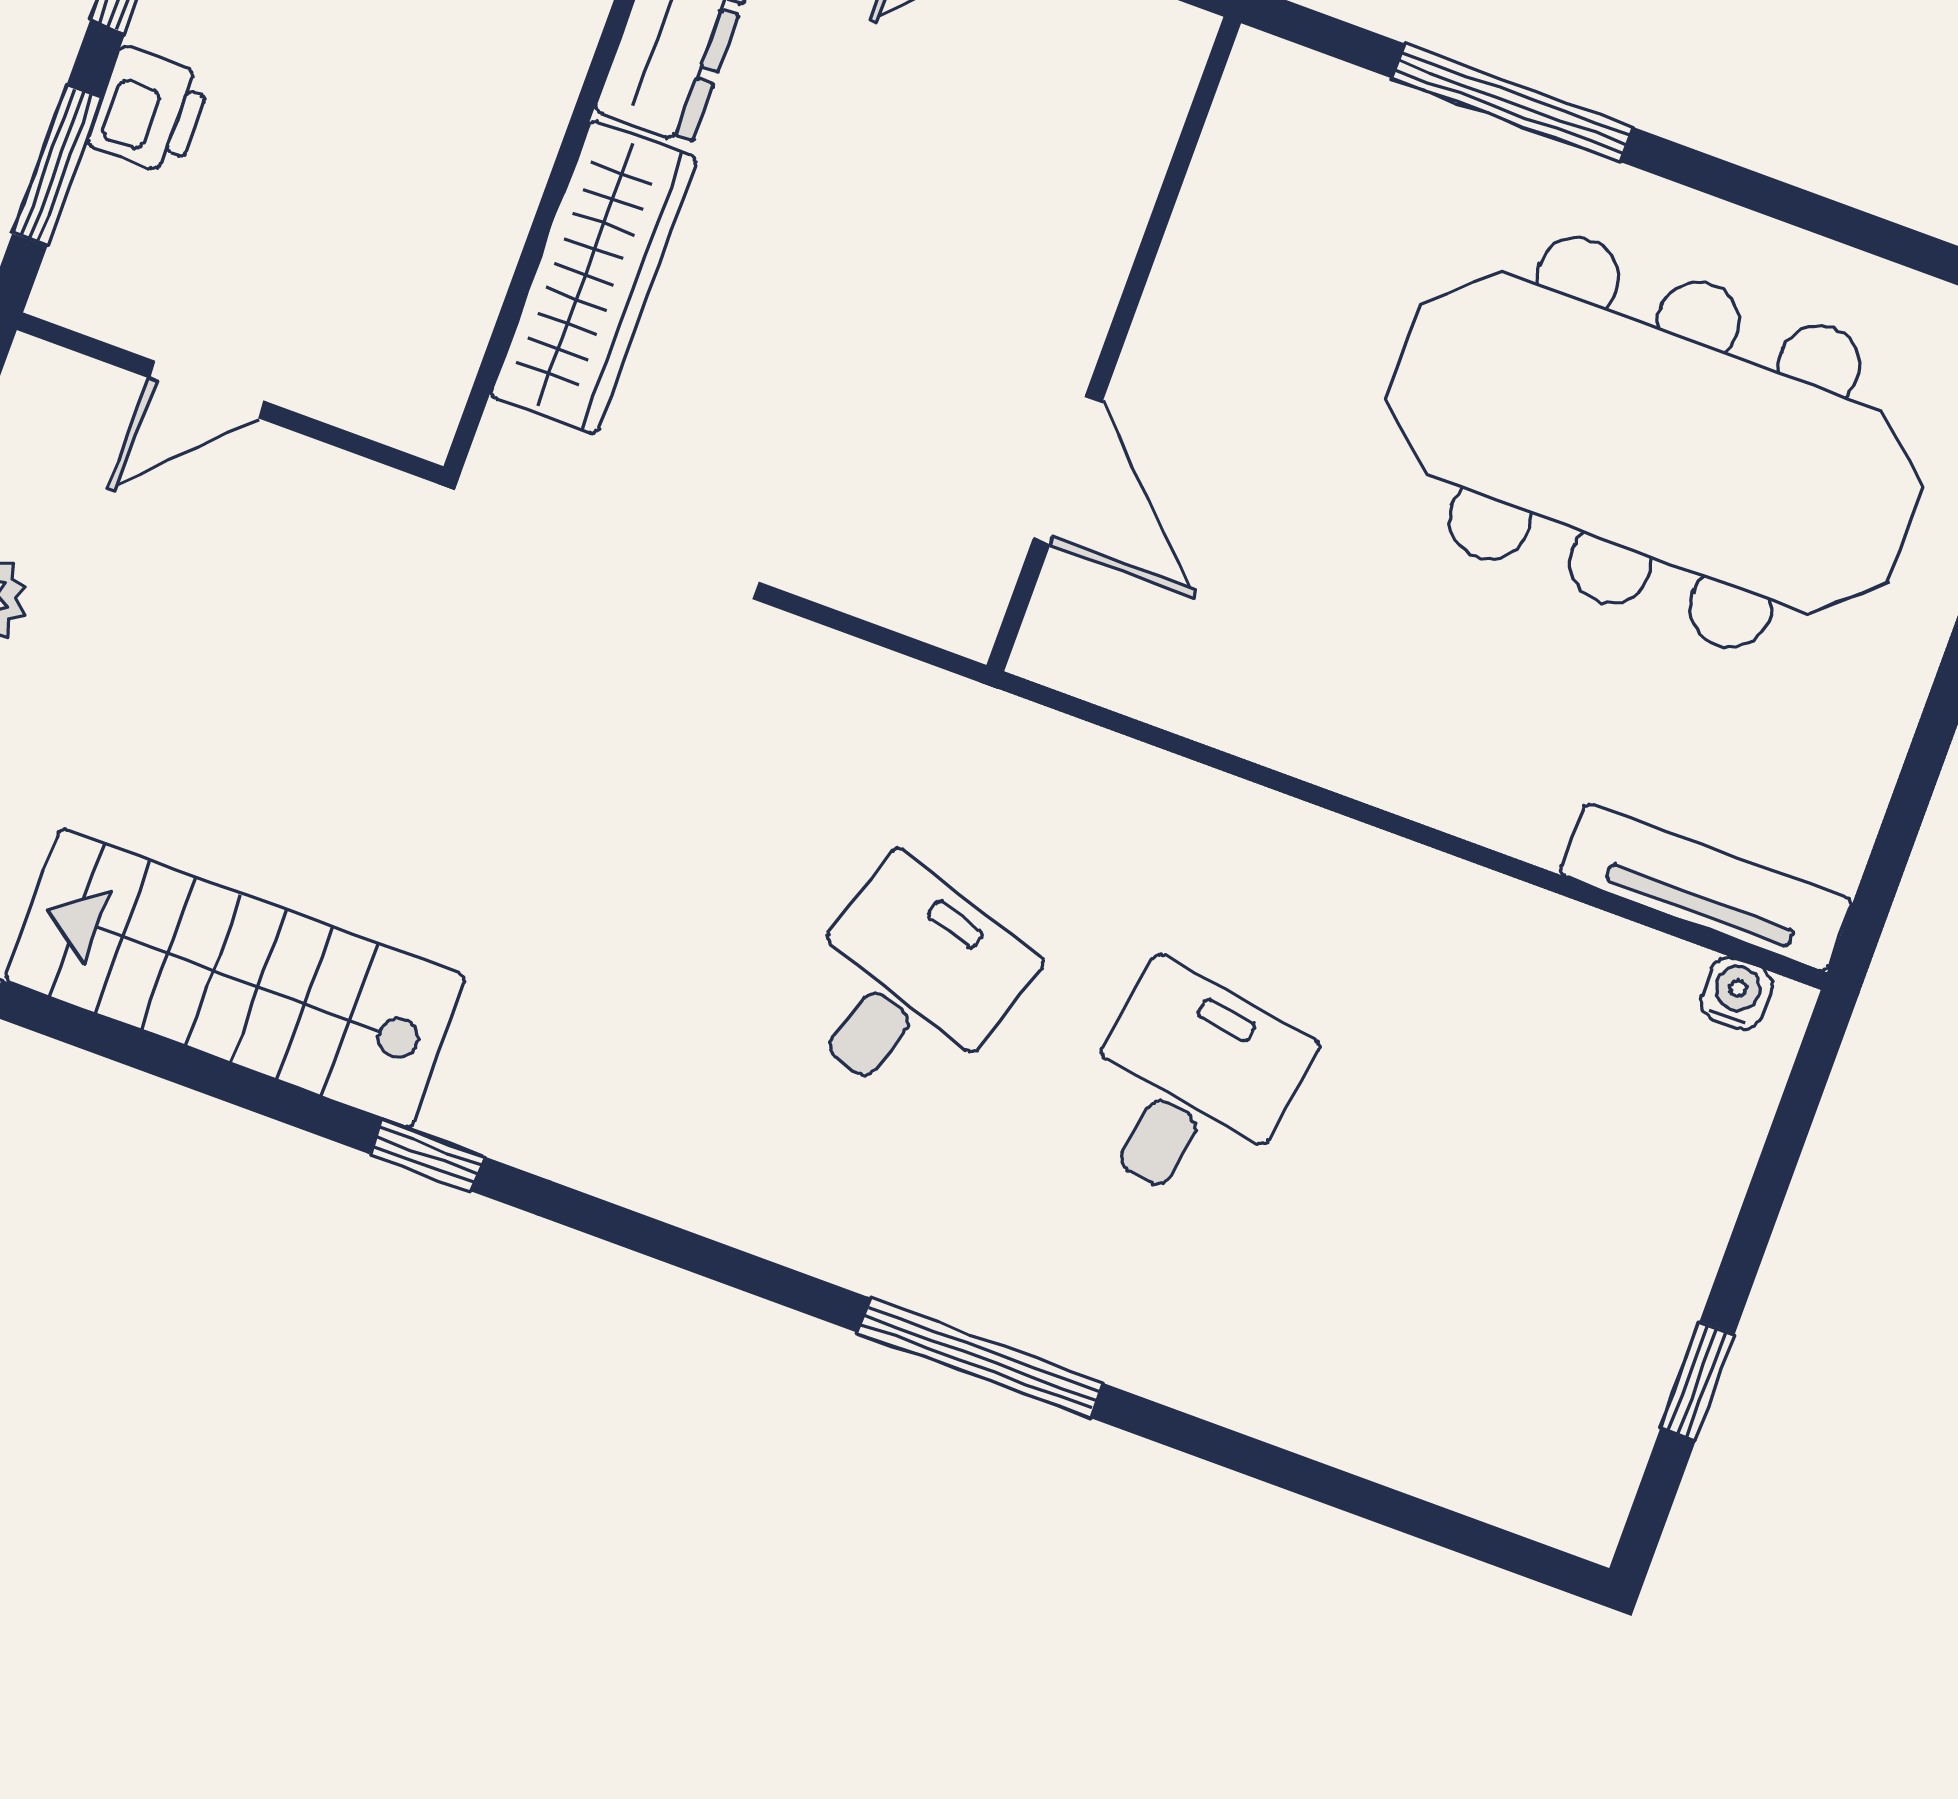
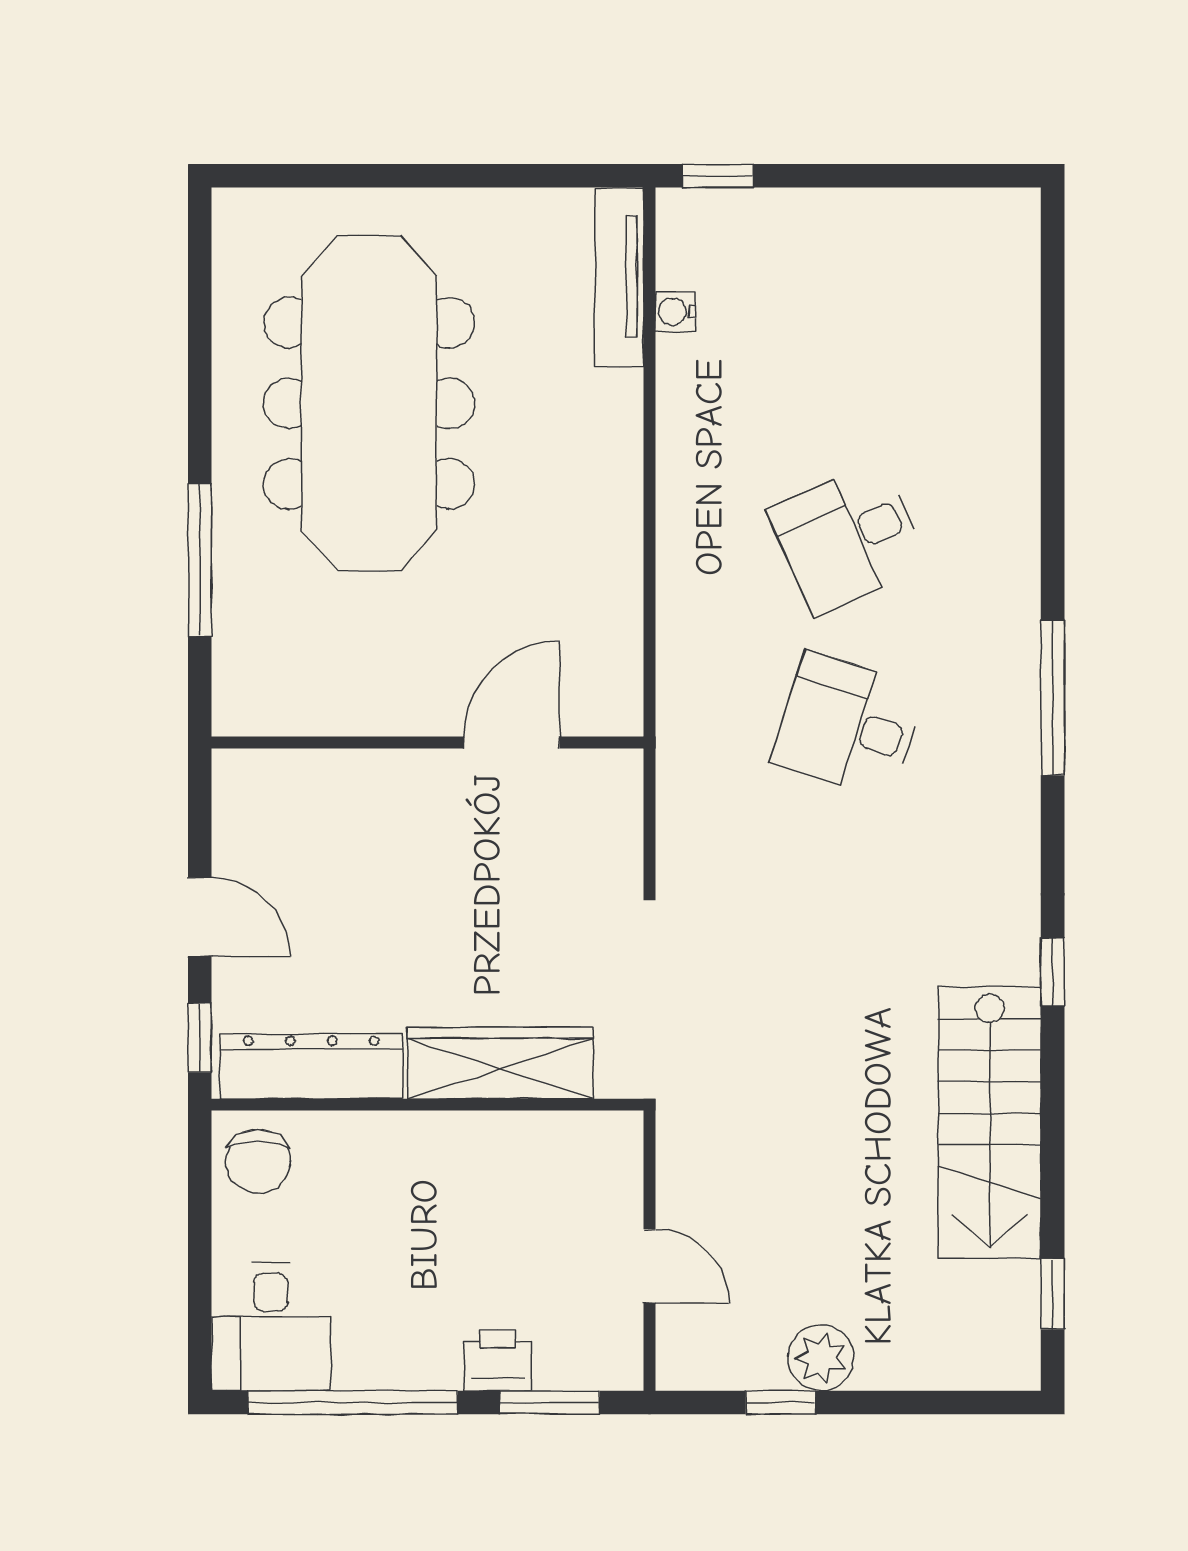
water cooler: (1736, 993) -> (675, 312), moved
desk: (1190, 1087) -> (848, 538), turned -33
window: (980, 1358) -> (1053, 698), moved
window: (1698, 1381) -> (718, 176), moved

